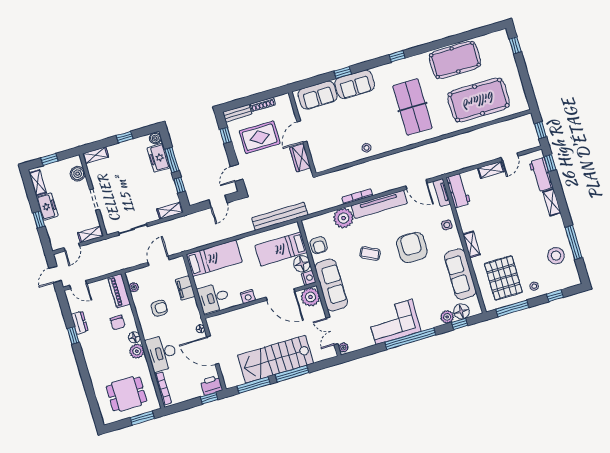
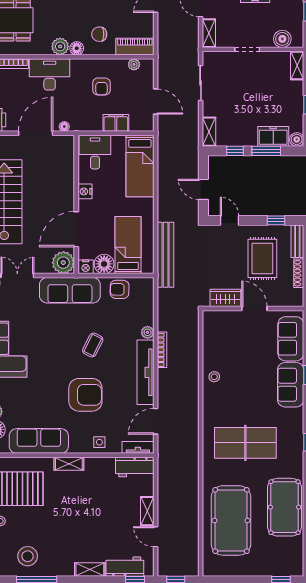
plant: (344, 218) -> (148, 332), width x0.53, depth x0.53

